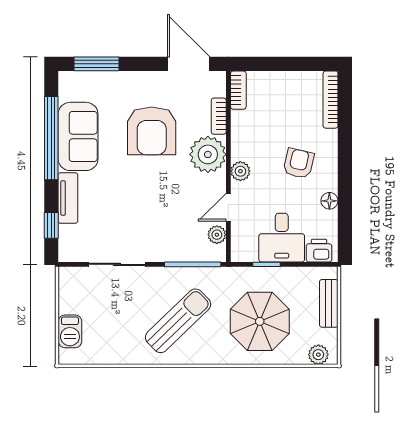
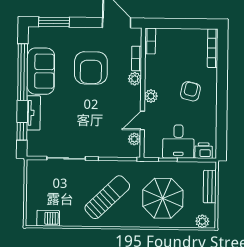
plant: (208, 154) -> (135, 79), width x0.53, depth x0.53
floor lamp: (329, 201) -> (211, 117), removed
barbecue: (70, 331) -> (48, 218), moved, turned -90

